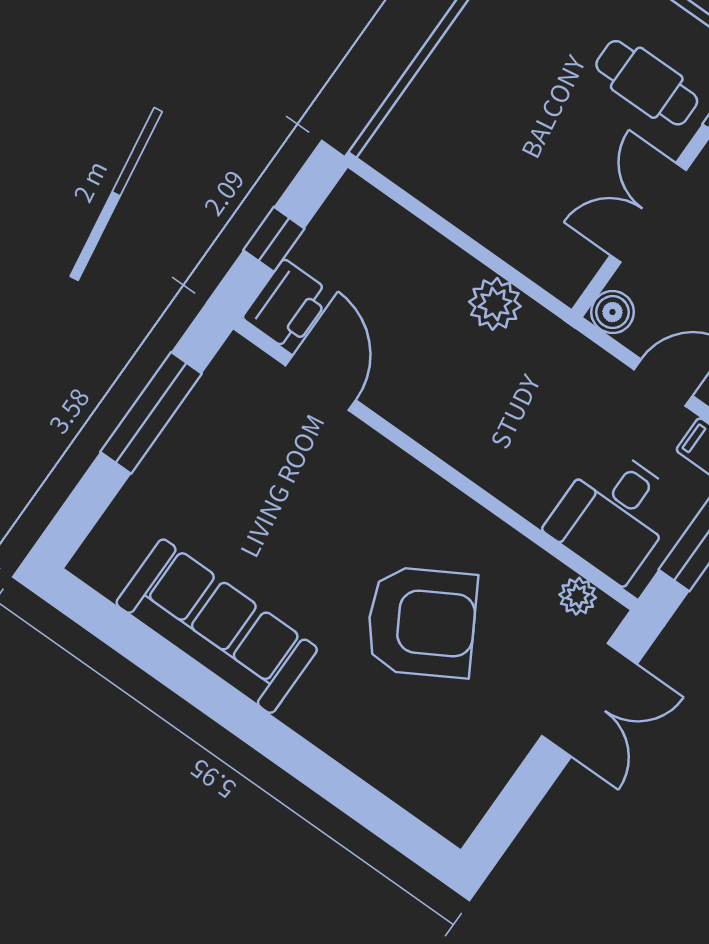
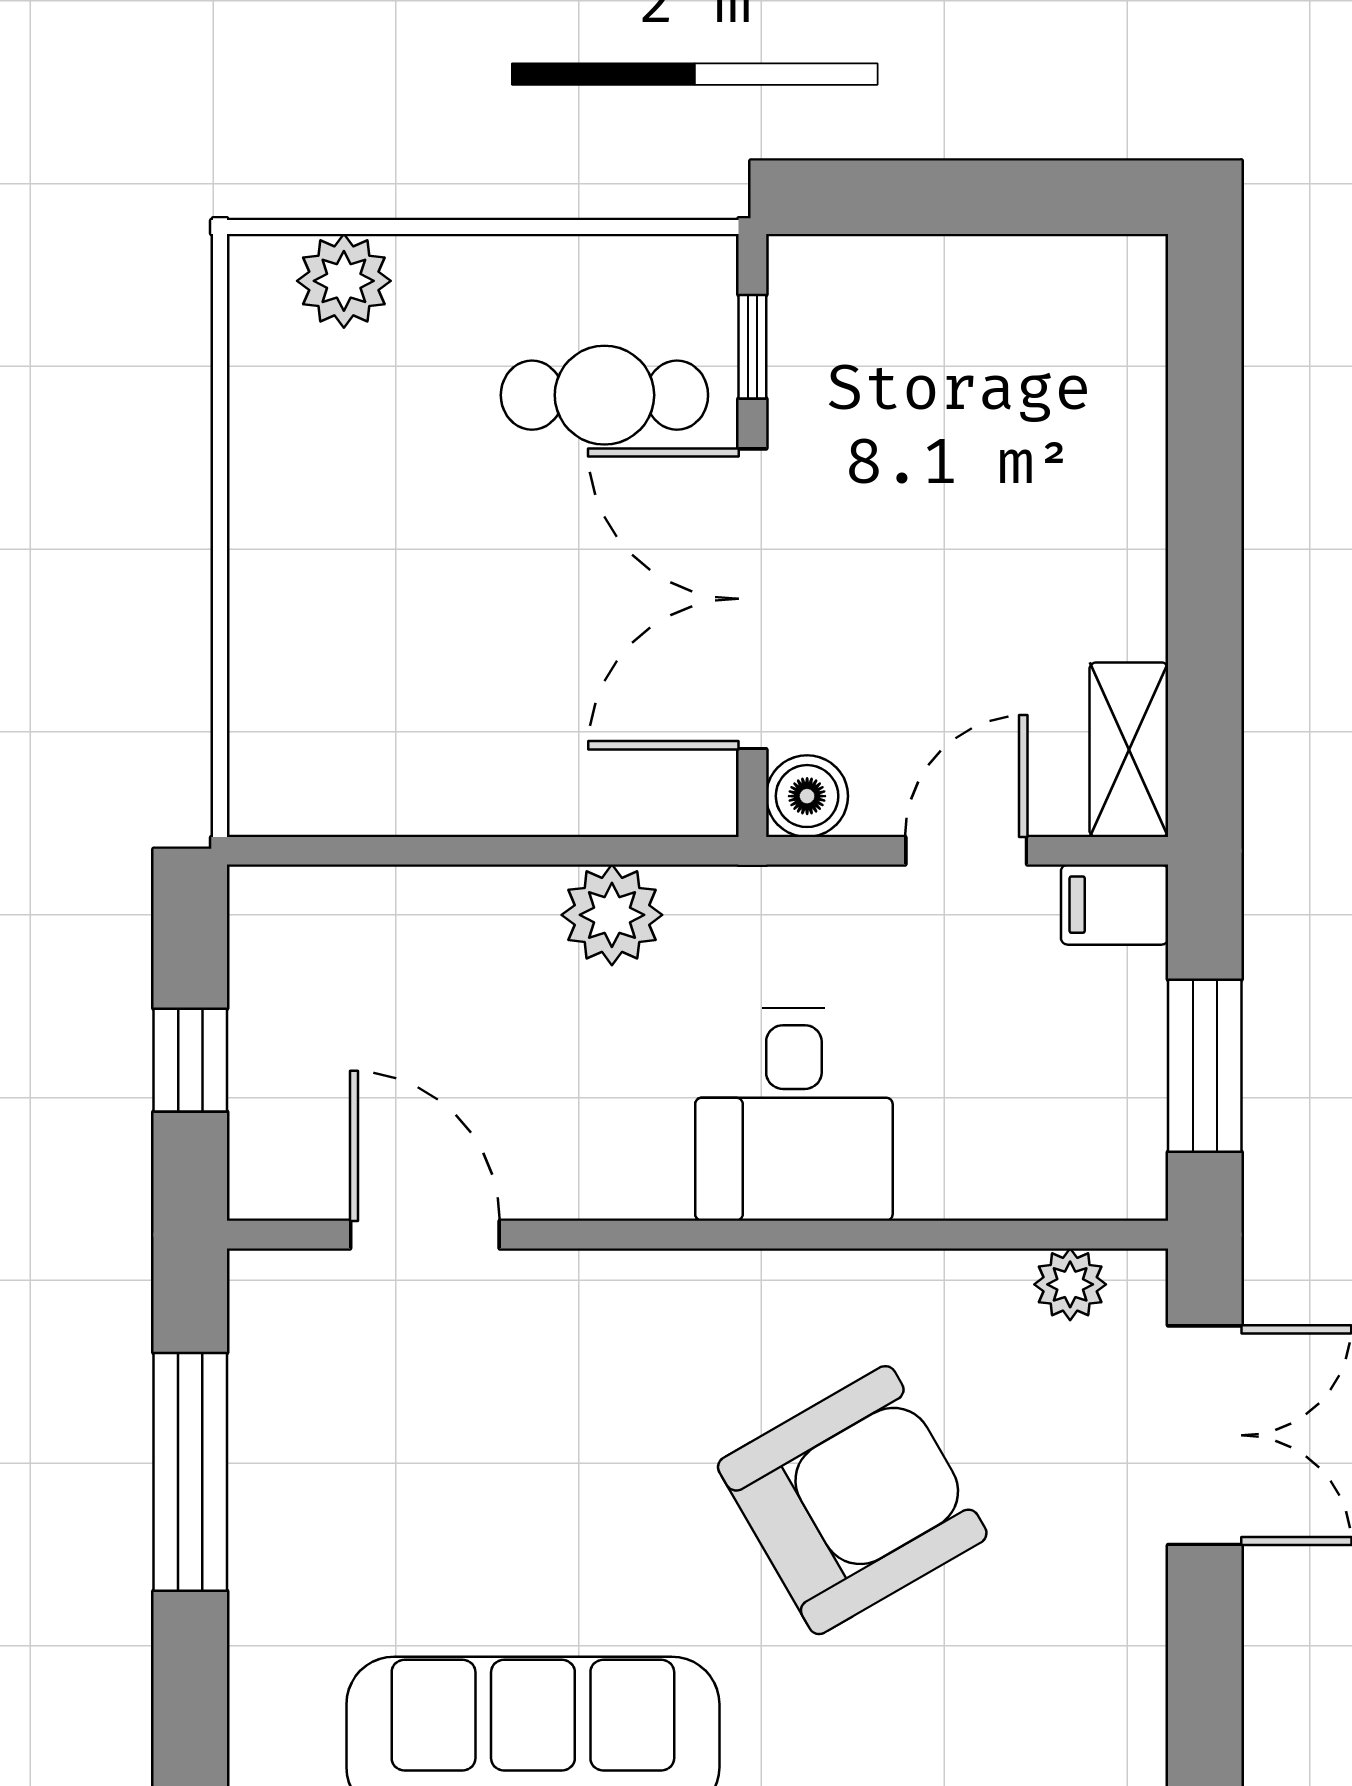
double door: (648, 213) -> (752, 599), width x1.37
printer: (287, 306) -> (286, 1150), removed
desk: (614, 514) -> (794, 1115), moved

